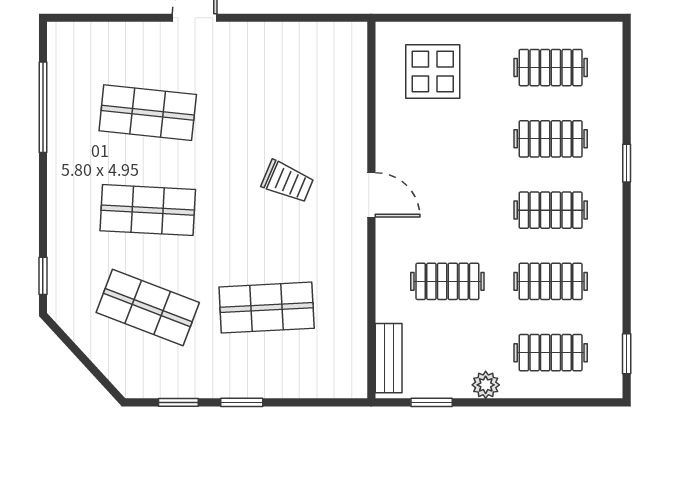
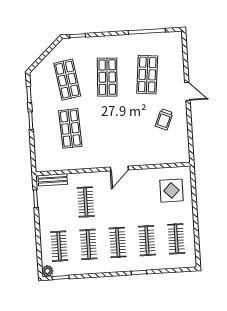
trolley: (288, 182) -> (164, 119), moved
shop shelf: (148, 308) -> (67, 80), turned -30
plant: (486, 385) -> (47, 271), moved

